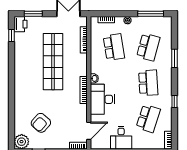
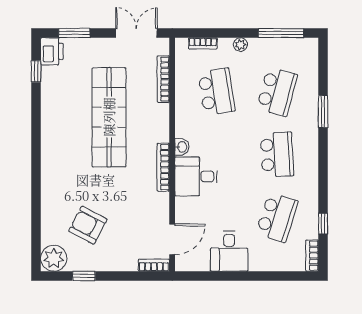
desk: (102, 99) -> (196, 176), width x0.73
window: (174, 102) -> (323, 224), moved
armchair: (41, 123) -> (88, 225), turned 76

